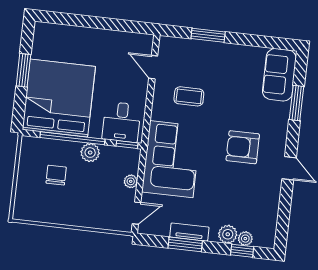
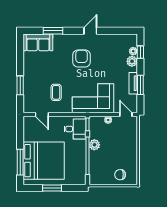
window: (75, 20) -> (20, 162), added
door: (153, 67) -> (42, 114), hinge flipped
bed: (59, 98) -> (44, 161), moved, turned 180
armchair: (243, 147) -> (82, 58), turned 180
chair: (56, 175) -> (120, 175), moved

